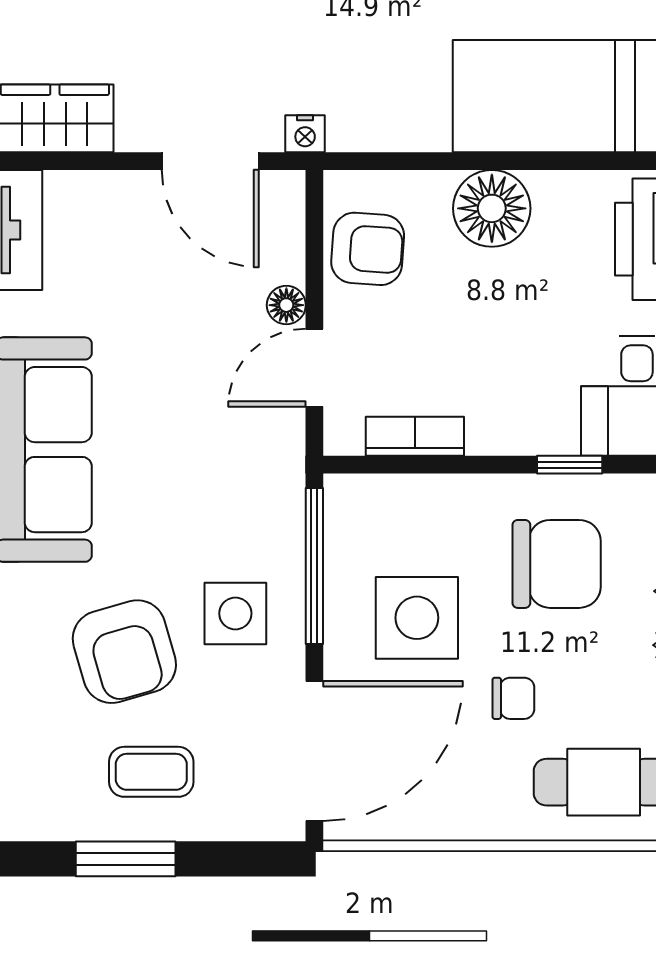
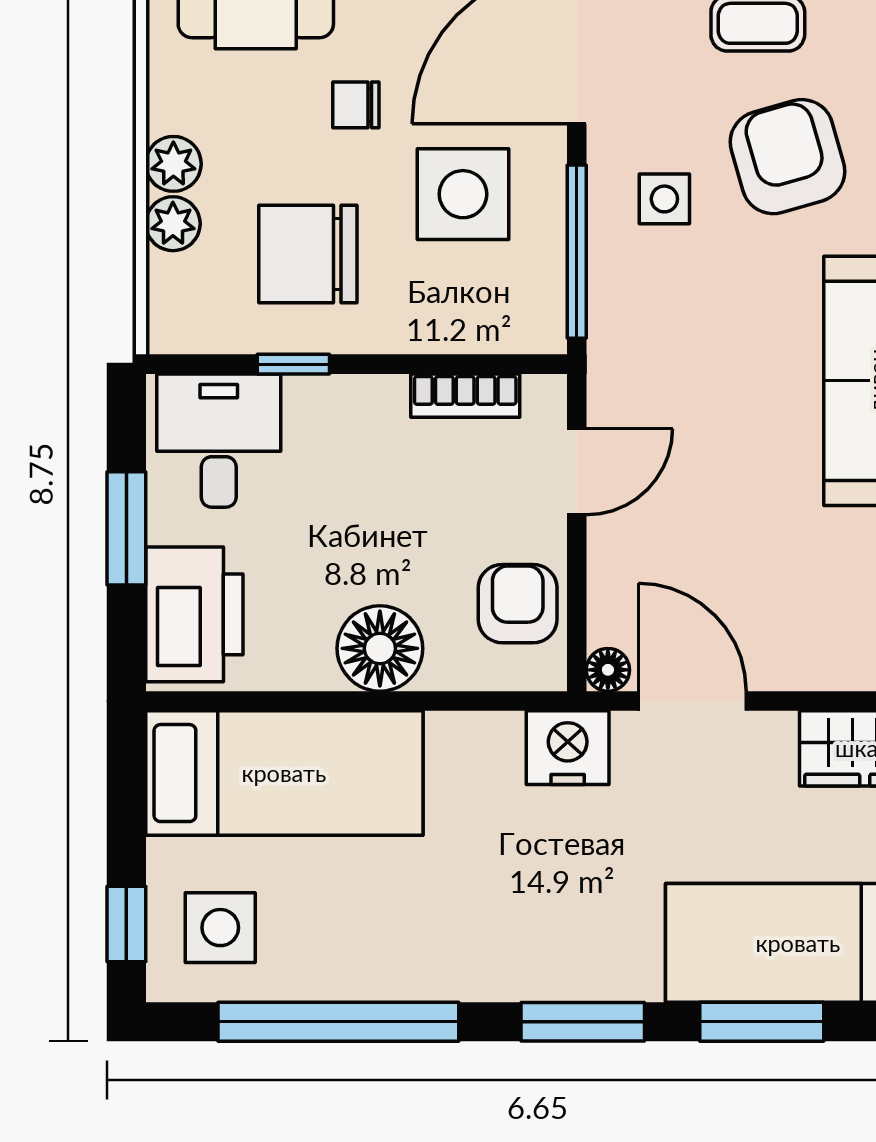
nightstand: (305, 134) -> (568, 748), width x1.89, depth x1.79
armchair: (368, 249) -> (518, 604), turned 86
floor lamp: (286, 305) -> (608, 670), moved
side table: (235, 613) -> (664, 199), width x0.73, depth x0.73

